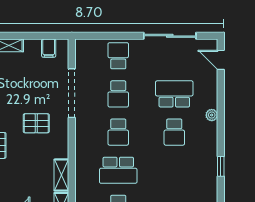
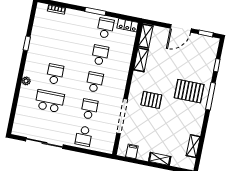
door: (221, 60) -> (12, 119), removed
school desk: (174, 94) -> (50, 101), turned 180
school desk: (118, 170) -> (100, 55), width x0.54

